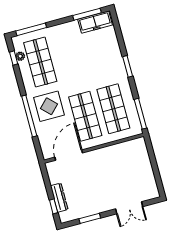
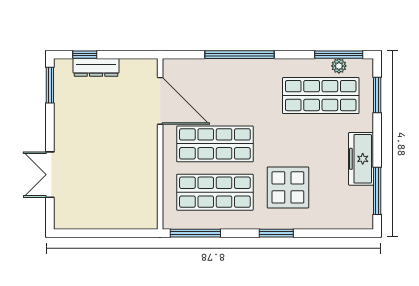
freezer: (95, 22) -> (361, 159), moved
window: (31, 29) -> (377, 95), width x0.69
window: (14, 58) -> (339, 55), width x2.17
display table: (49, 106) -> (288, 187), moved
window: (90, 218) -> (50, 85), moved

